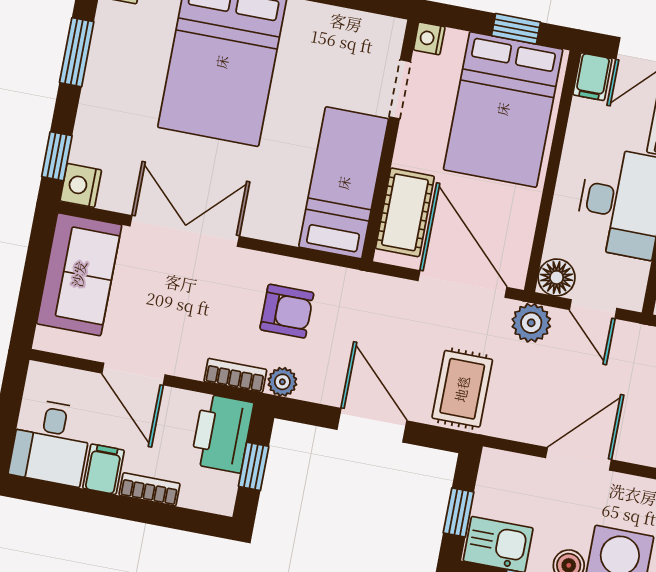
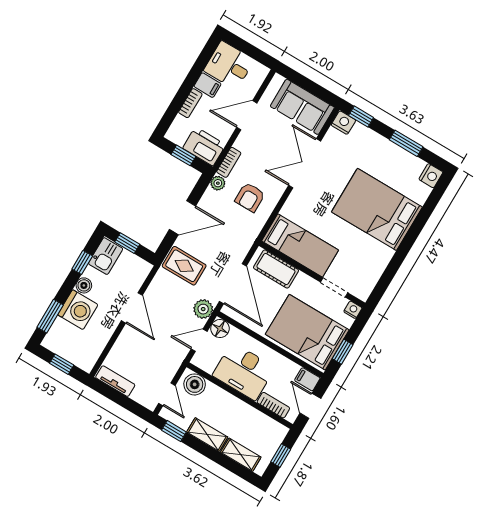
double door: (185, 231) -> (305, 163), swing flipped
door: (462, 284) -> (233, 284), hinge flipped

